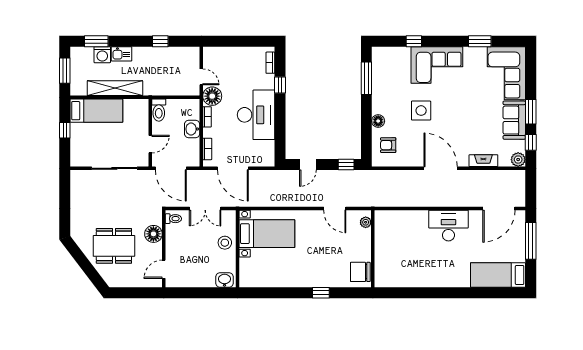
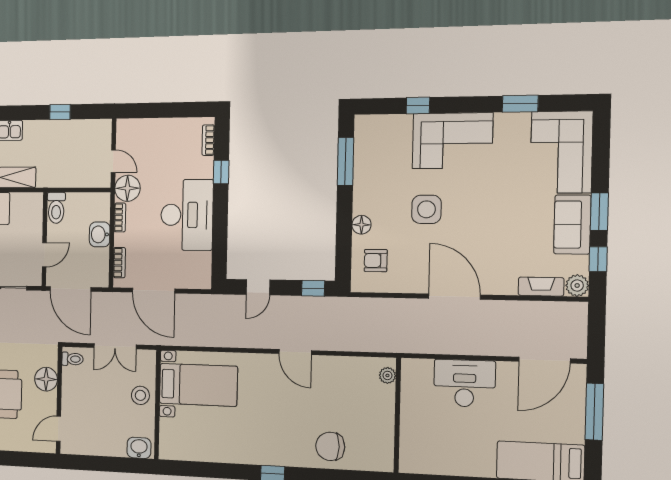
fireplace: (483, 161) -> (541, 287), moved
plant: (366, 222) -> (387, 375), moved
wall: (373, 249) -> (397, 415), moved

